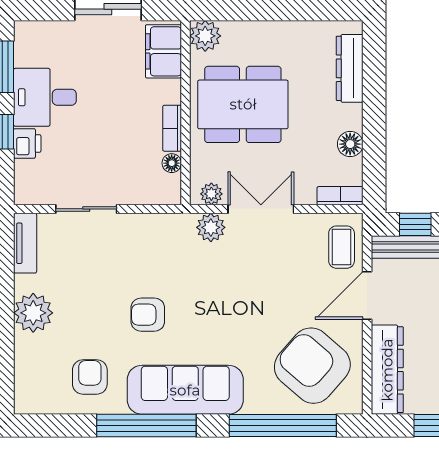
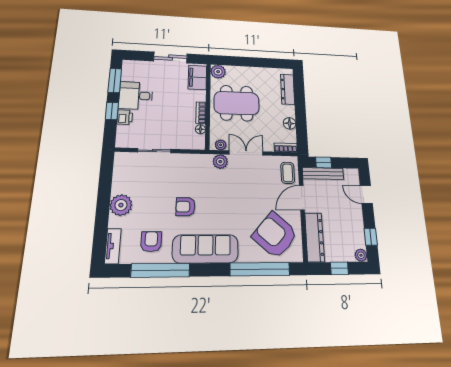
tv unit: (25, 243) -> (113, 246), moved
window: (146, 426) -> (160, 270), moved

